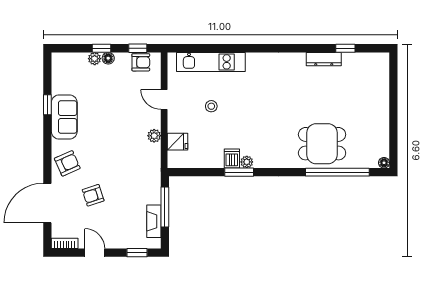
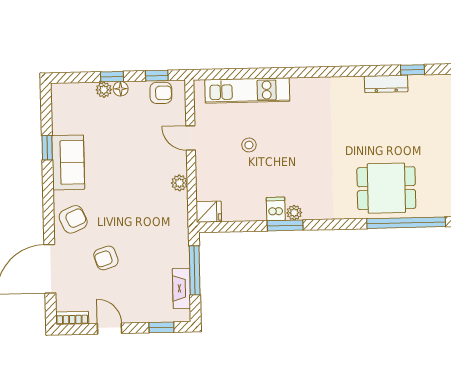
fridge: (177, 142) -> (209, 212), moved

